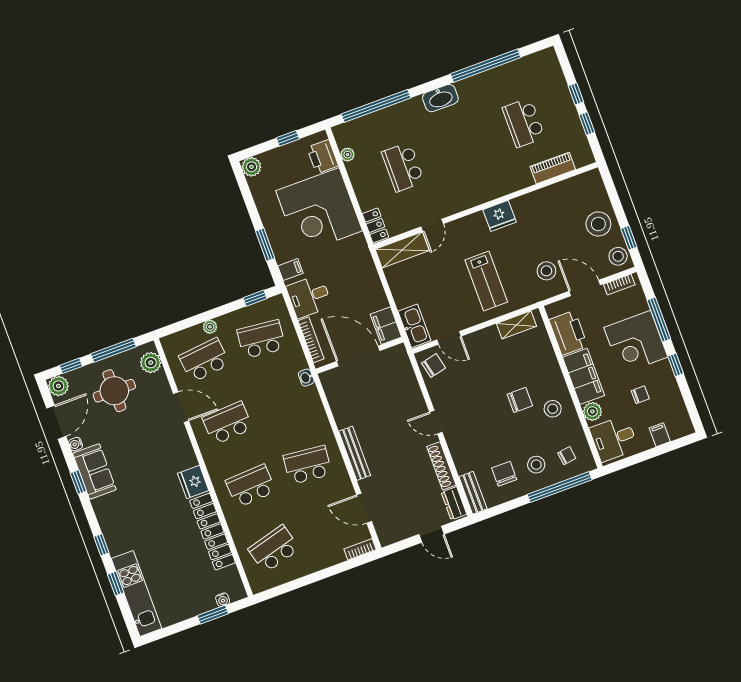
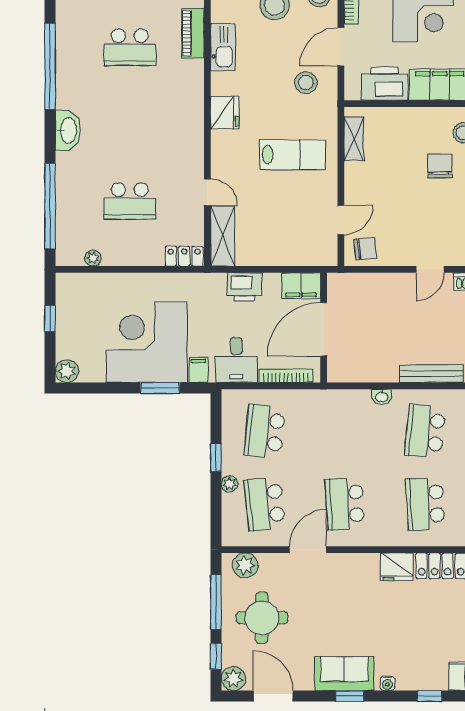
printer: (323, 157) -> (244, 287), moved
corner desk: (319, 211) -> (147, 342), moved, turned 180
window: (255, 298) -> (216, 458), moved
kitchen sink: (414, 326) -> (223, 47), moved, turned 90
chair: (434, 365) -> (365, 249), turned 97
washbasin: (306, 378) -> (382, 397), moved
water cooler: (76, 444) -> (388, 683), moved

